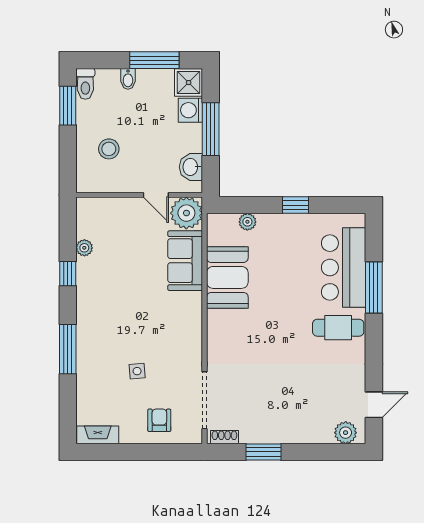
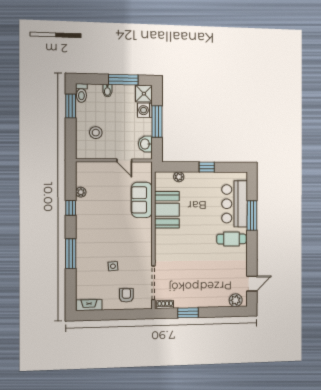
plant: (186, 213) -> (143, 171), removed

